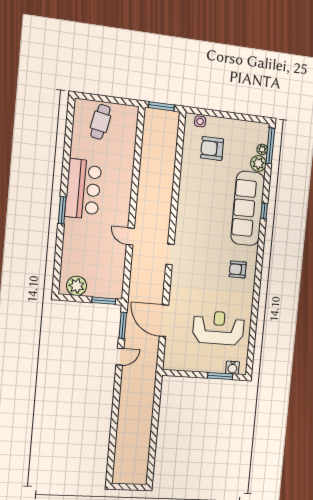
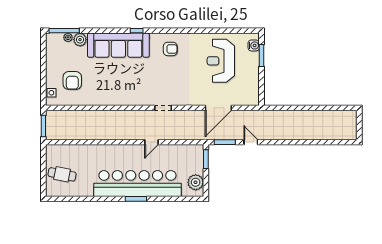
bar counter: (83, 189) -> (137, 184), width x1.86
window: (264, 211) -> (137, 31), moved
armchair: (238, 269) -> (170, 49), turned -90

